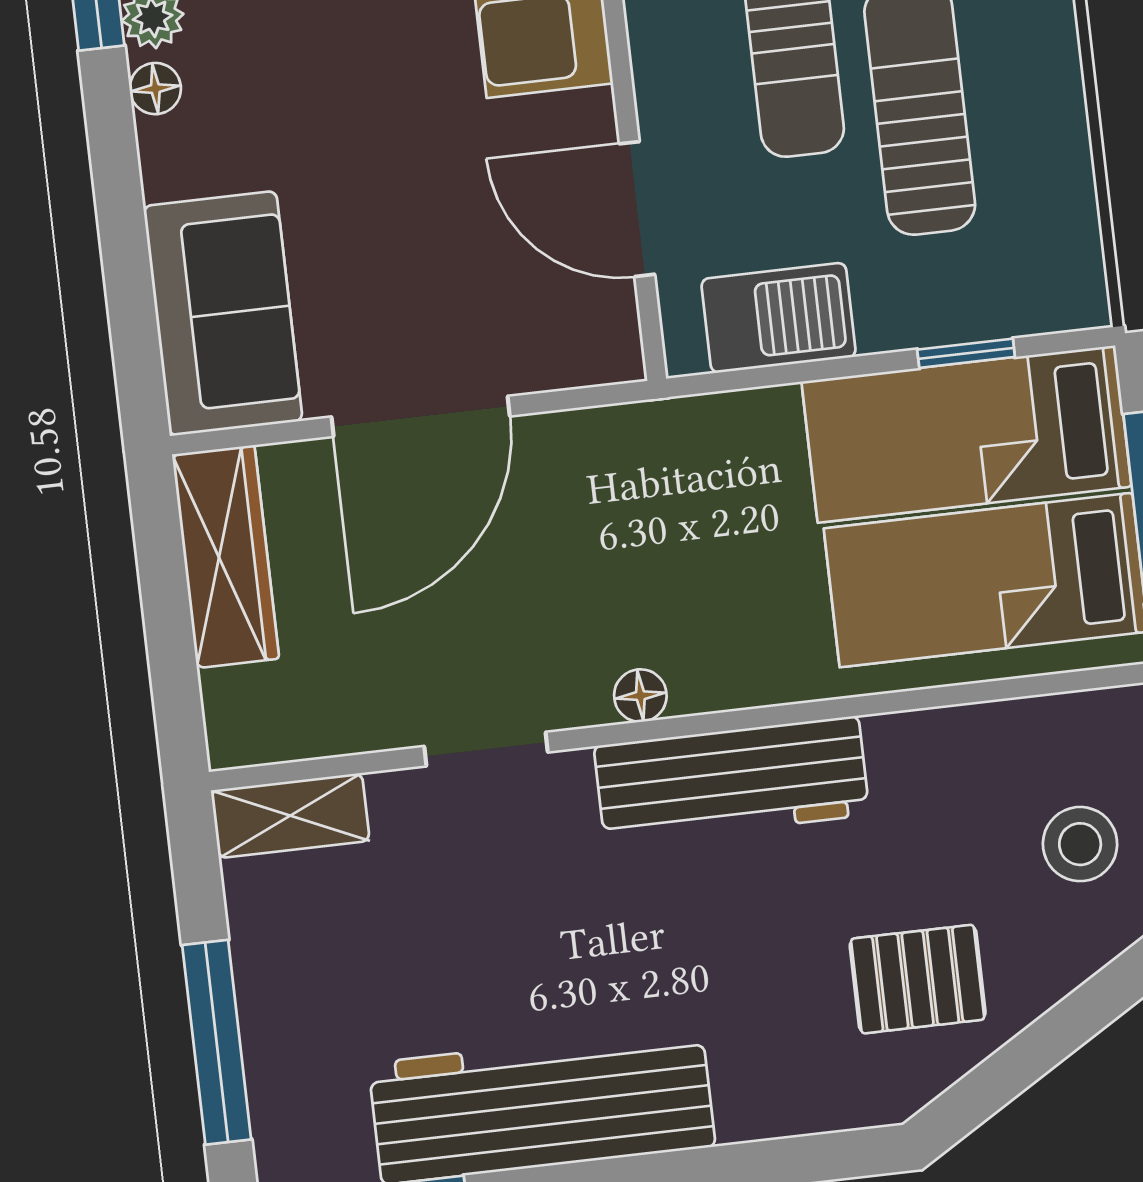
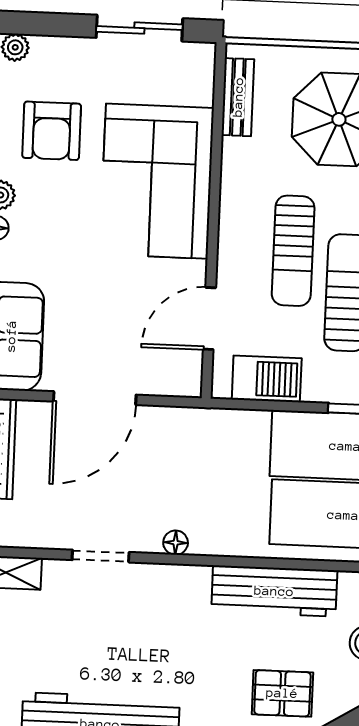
door: (637, 209) -> (209, 318), hinge flipped
workbench: (732, 781) -> (274, 591), moved

